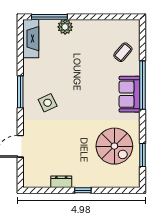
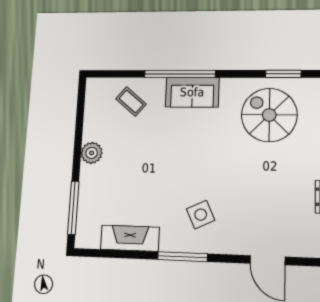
plant: (65, 27) -> (92, 153), moved
fireplace: (31, 39) -> (130, 238), moved
spiral stairs: (114, 146) -> (269, 115), turned -90

